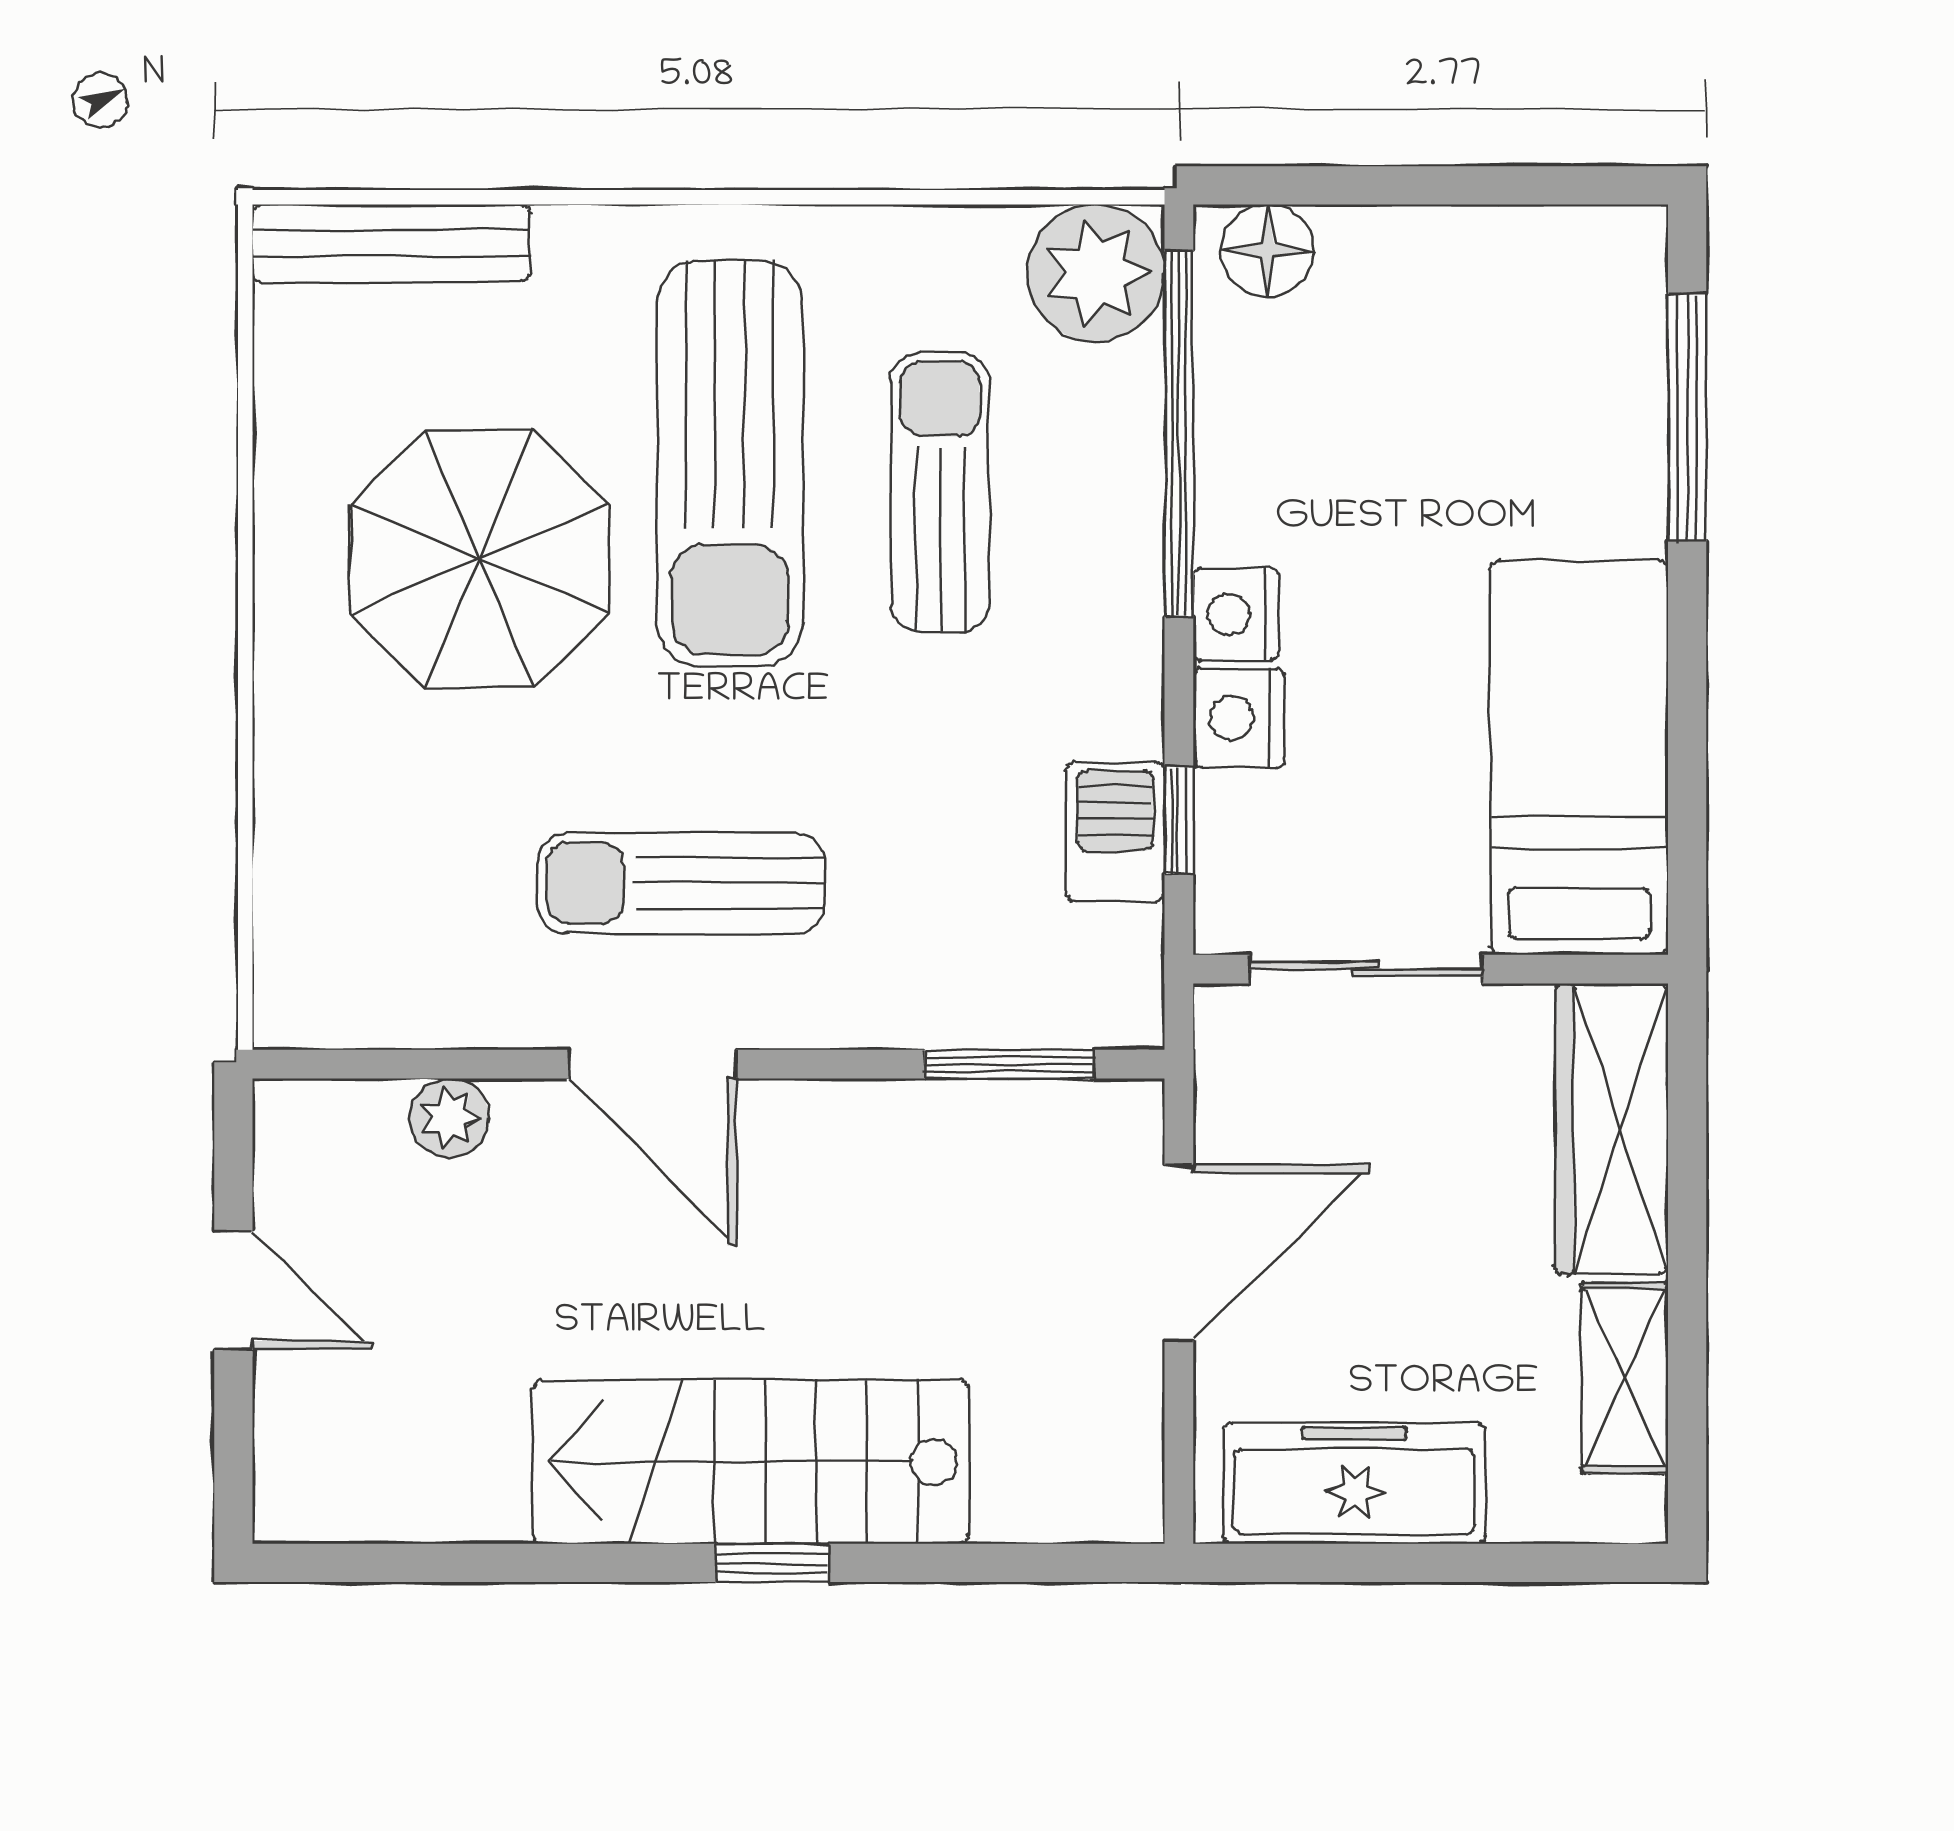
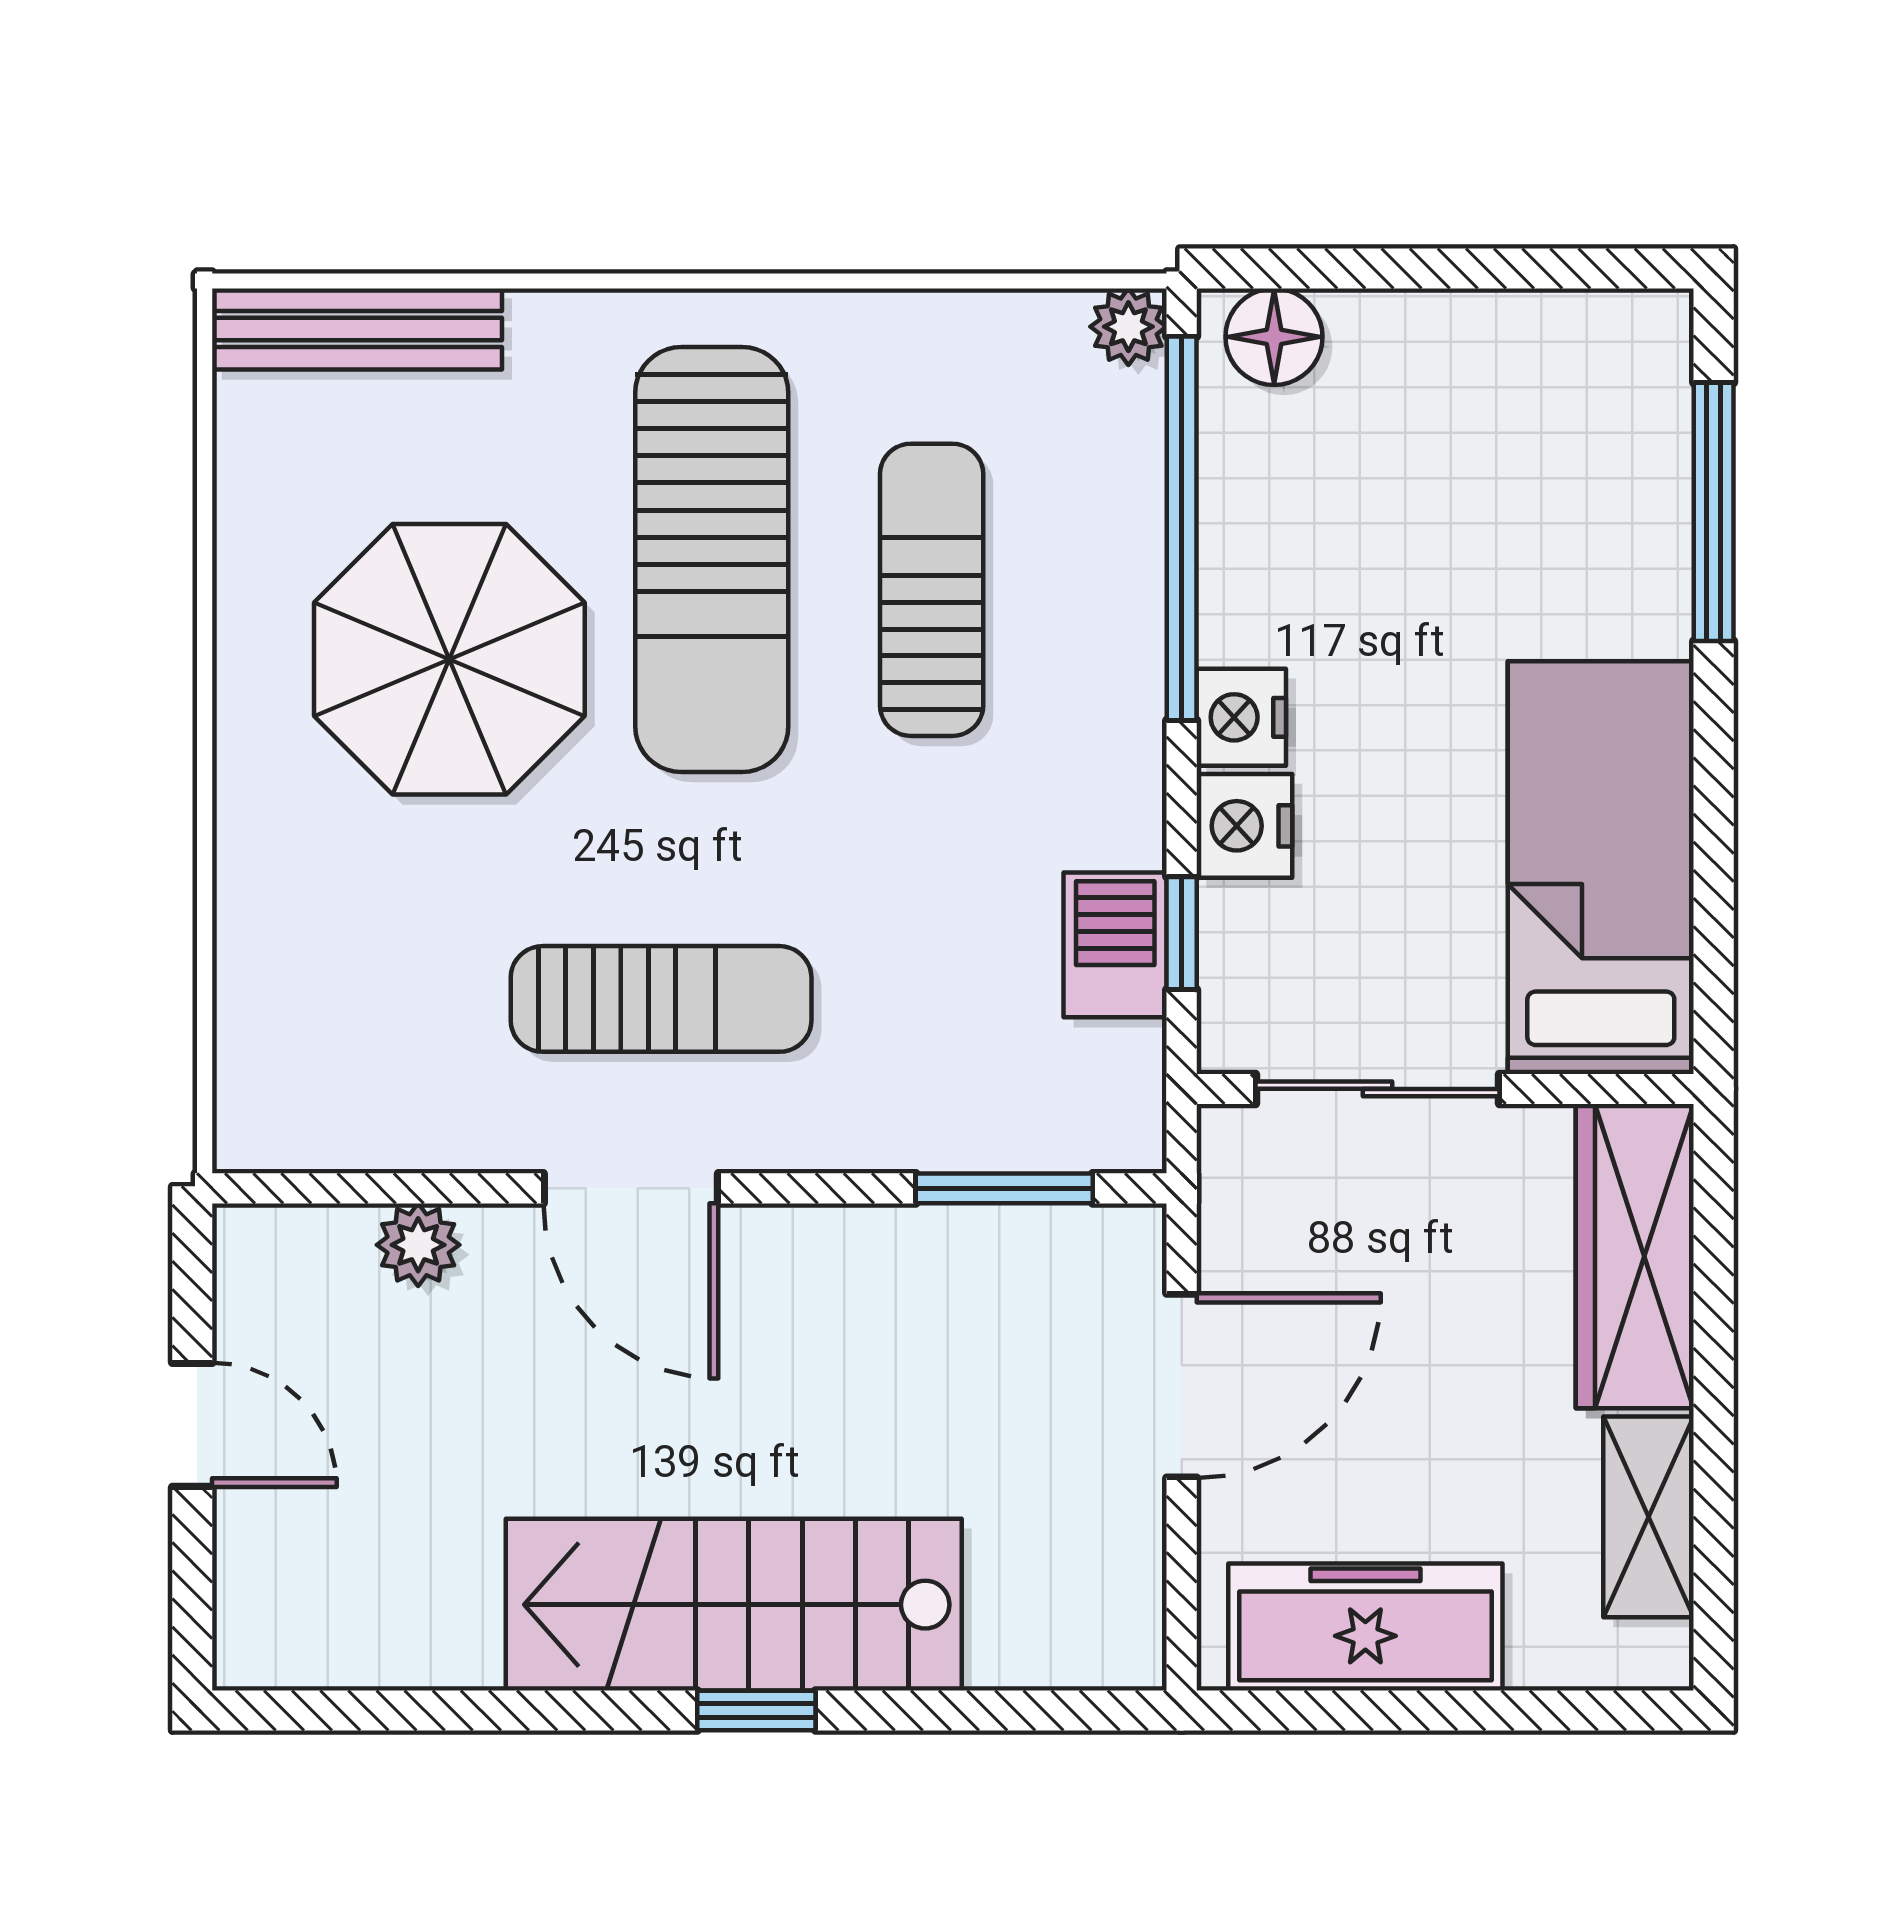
plant: (1096, 273) -> (1128, 327), width x0.53, depth x0.53
sun lounger: (681, 883) -> (661, 999), turned 180

